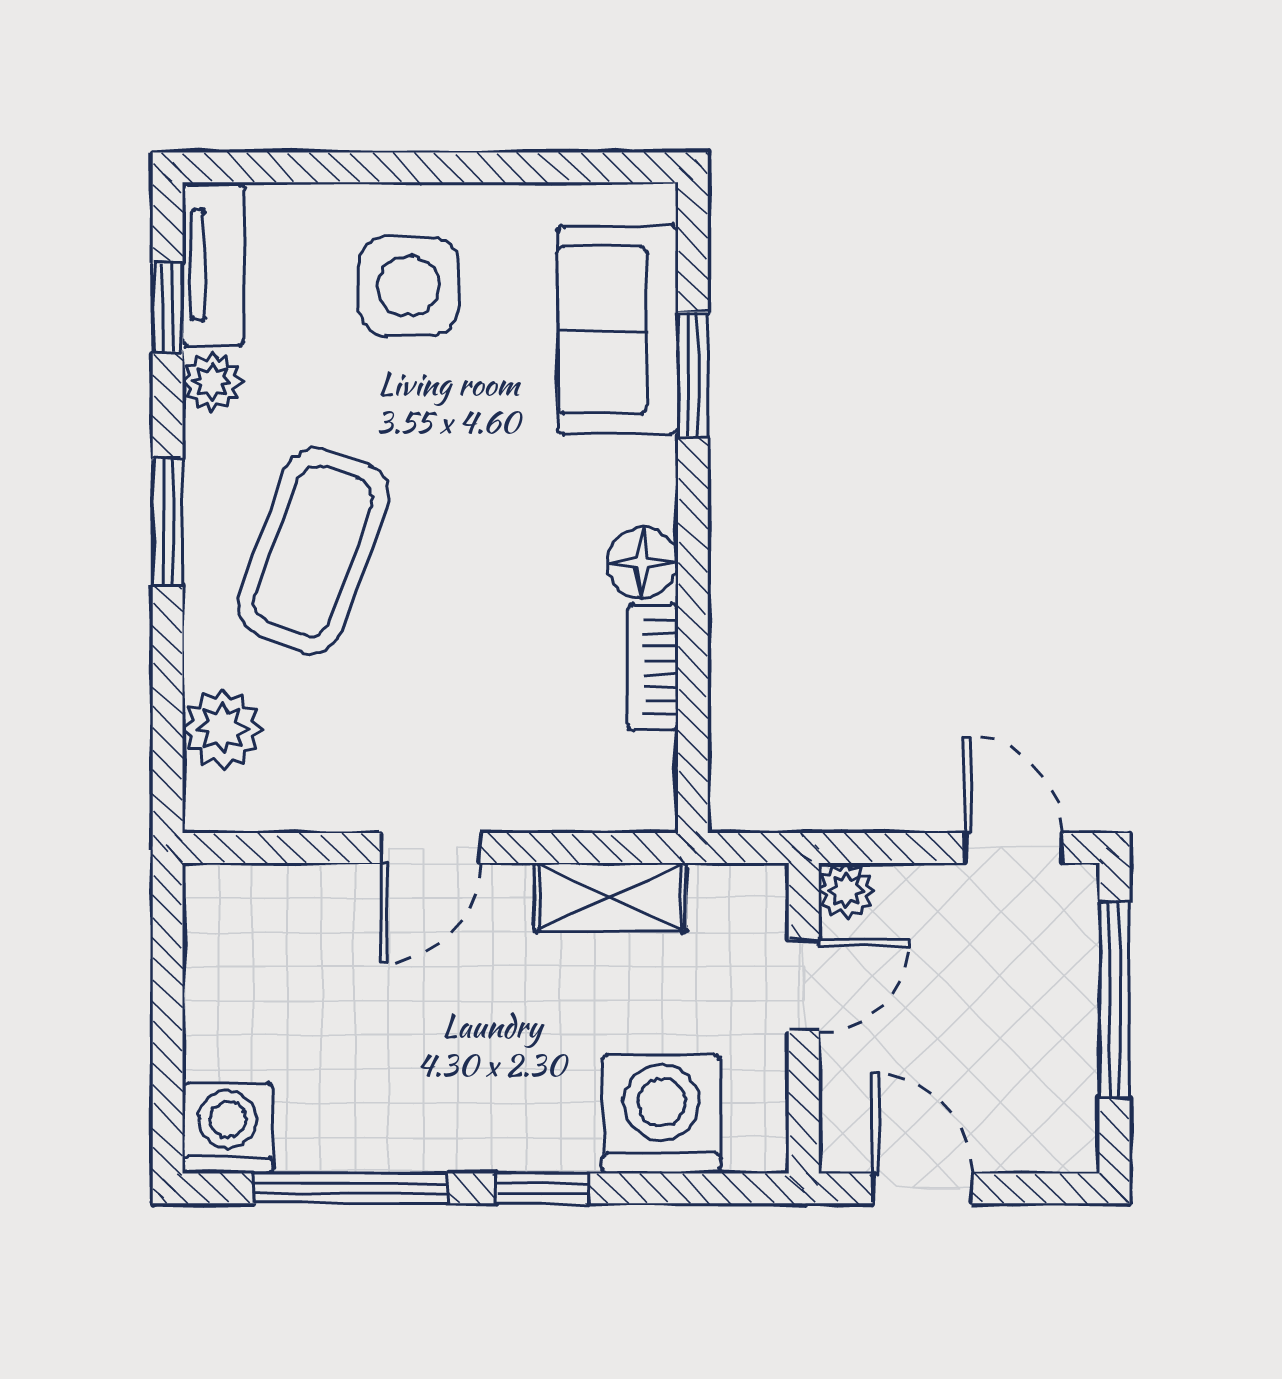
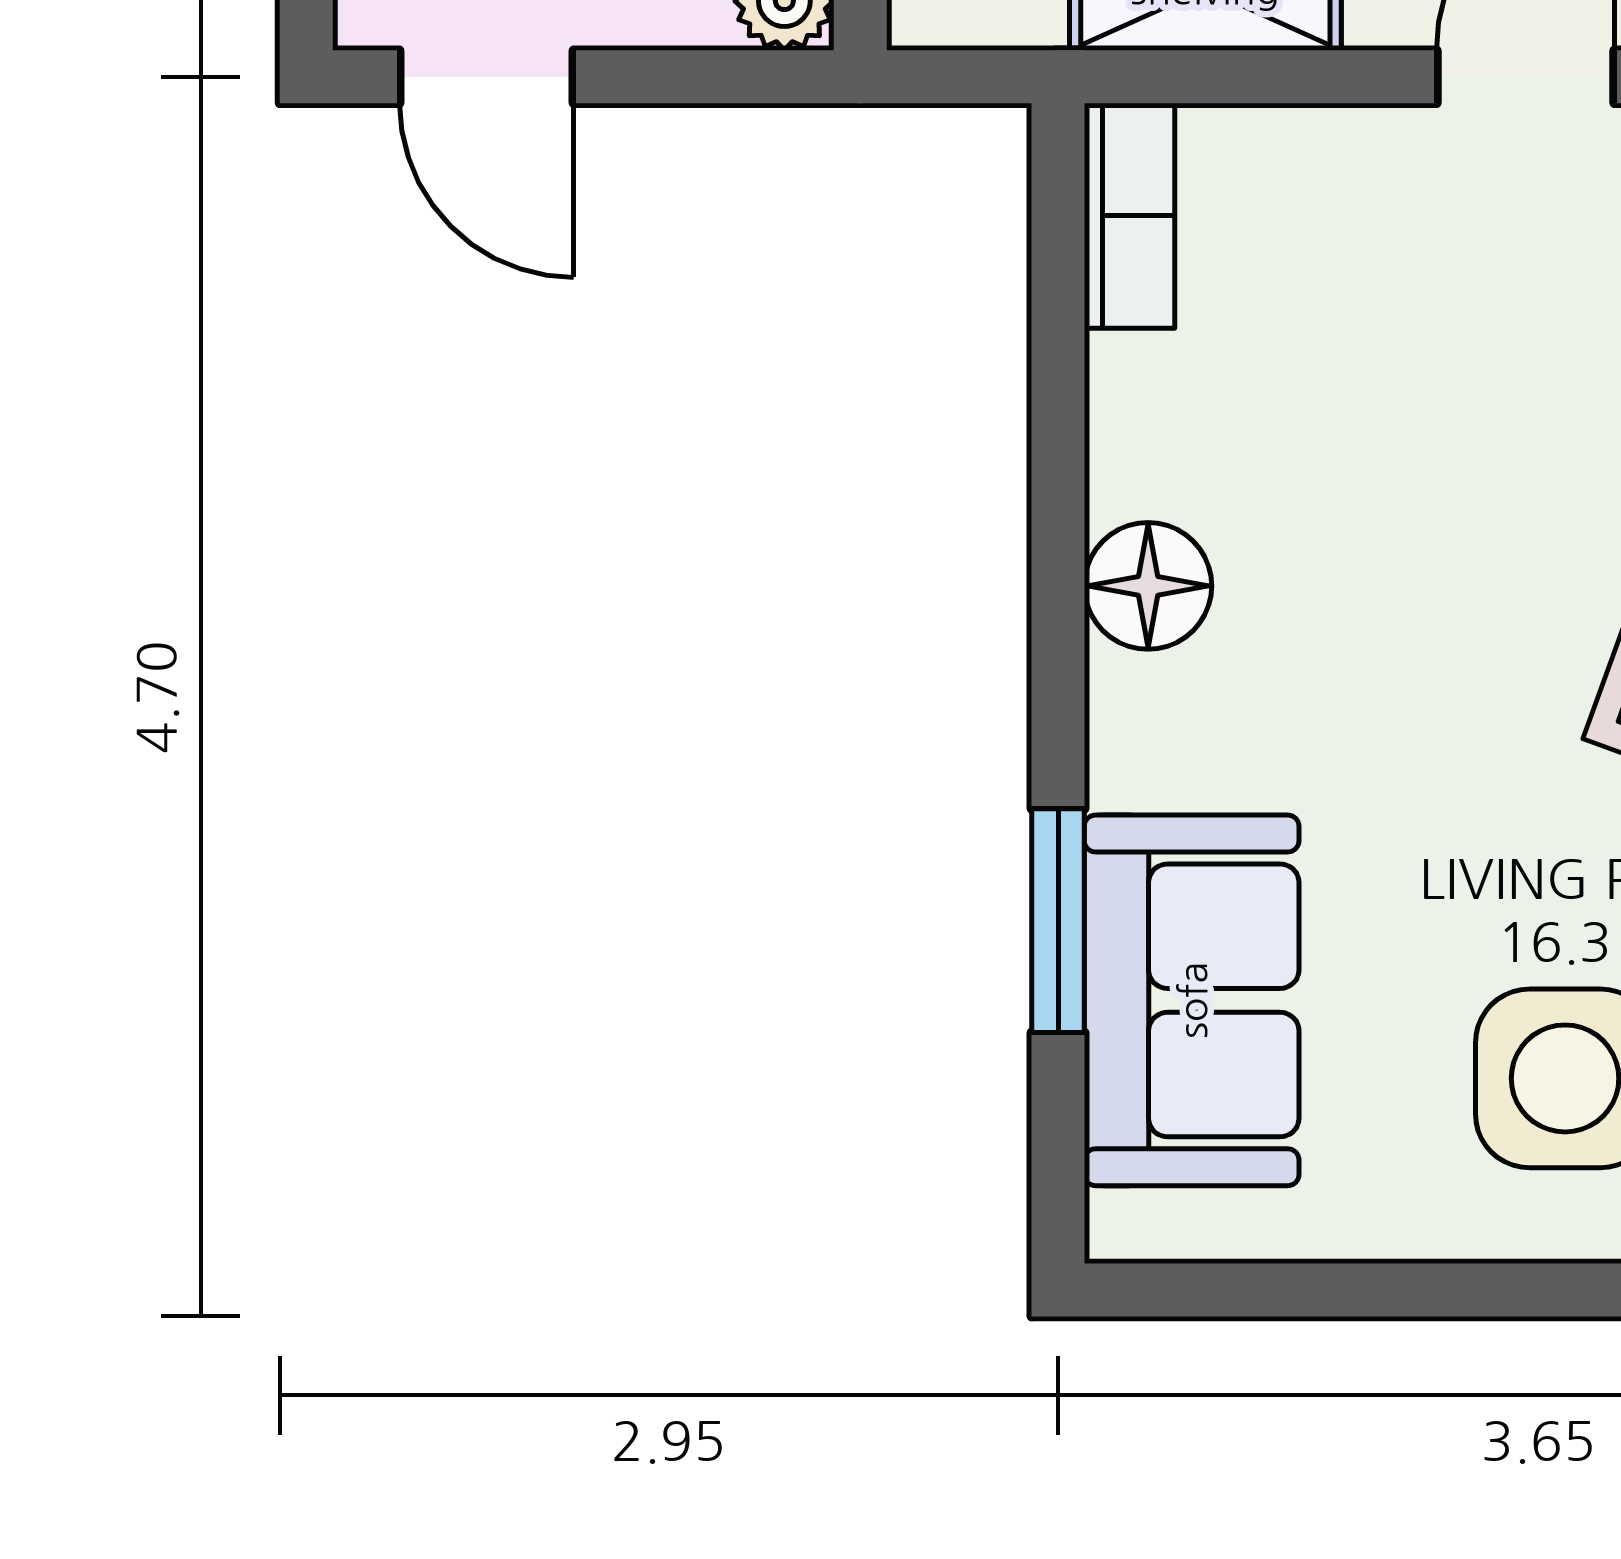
bookcase: (653, 667) -> (1129, 216), moved

